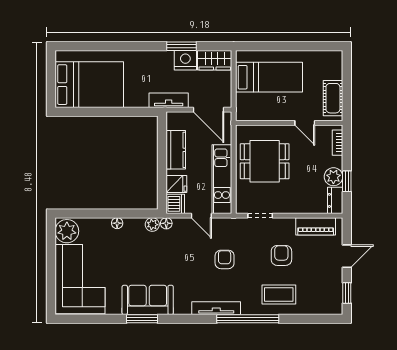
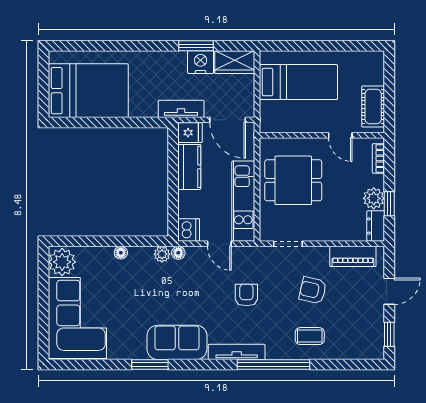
fridge: (176, 184) -> (190, 133), moved
armchair: (281, 255) -> (313, 290), turned -77
coffee table: (279, 294) -> (310, 336), width x0.73, depth x0.77
sofa: (148, 300) -> (177, 342), moved

